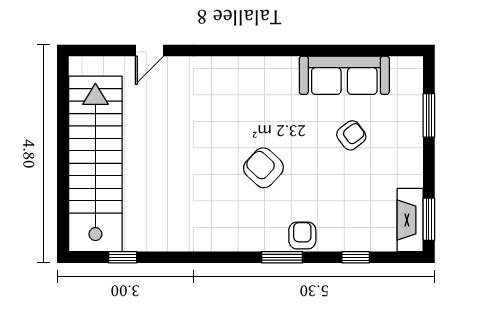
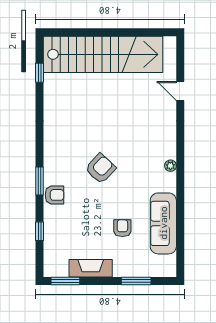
plant: (259, 65) -> (170, 166), added
armchair: (351, 135) -> (122, 228), turned -143
fireplace: (410, 220) -> (91, 268), moved

